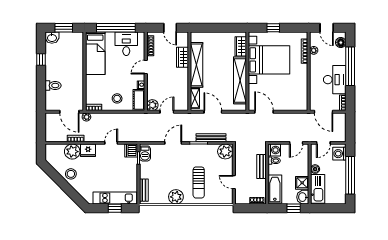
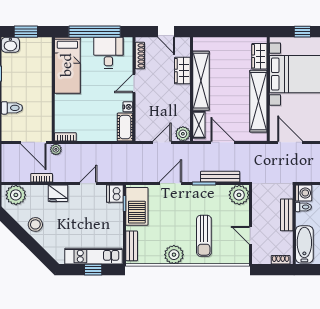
stool: (117, 98) -> (96, 125), removed
plant: (152, 105) -> (183, 134), moved
plant: (72, 152) -> (16, 195), moved
barbecue: (145, 153) -> (137, 206), width x1.88, depth x1.53

